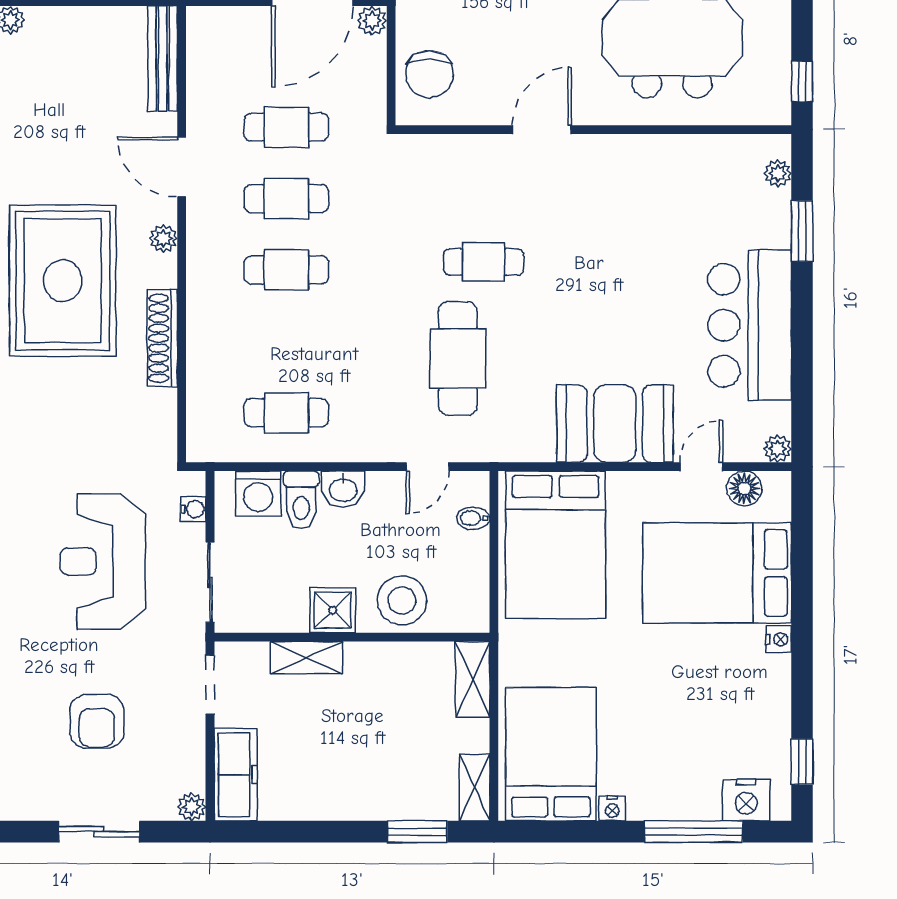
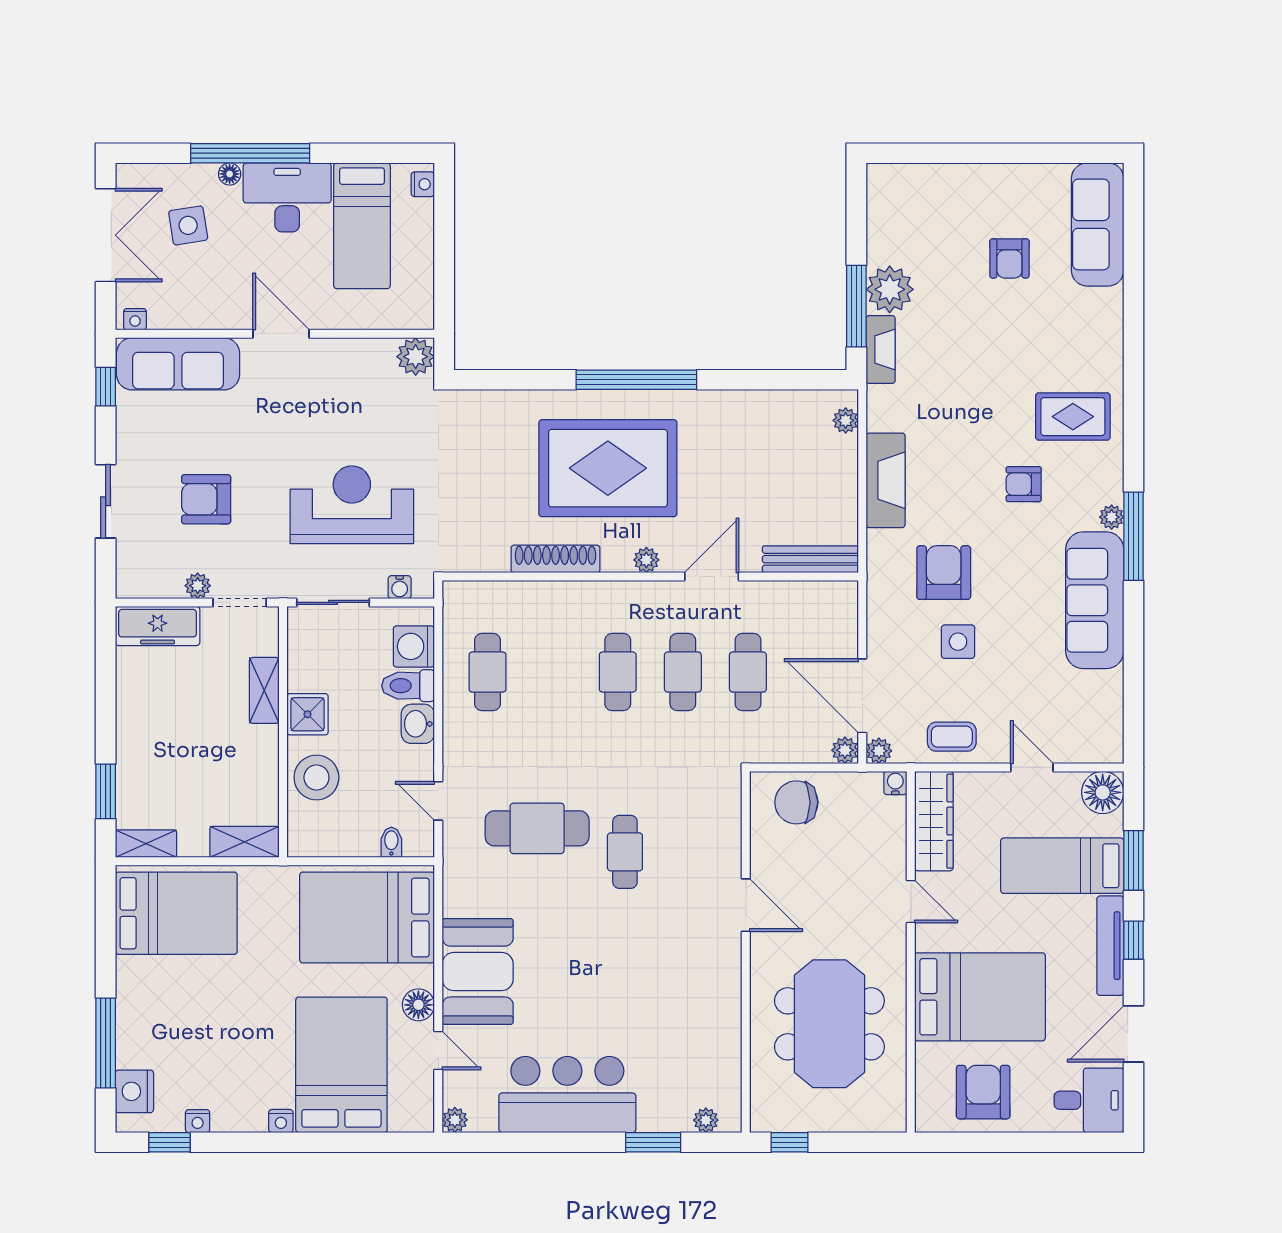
floor lamp: (744, 489) -> (418, 1005), moved
plant: (192, 807) -> (198, 586), moved
nightstand: (612, 808) -> (198, 1121), moved, turned -90

